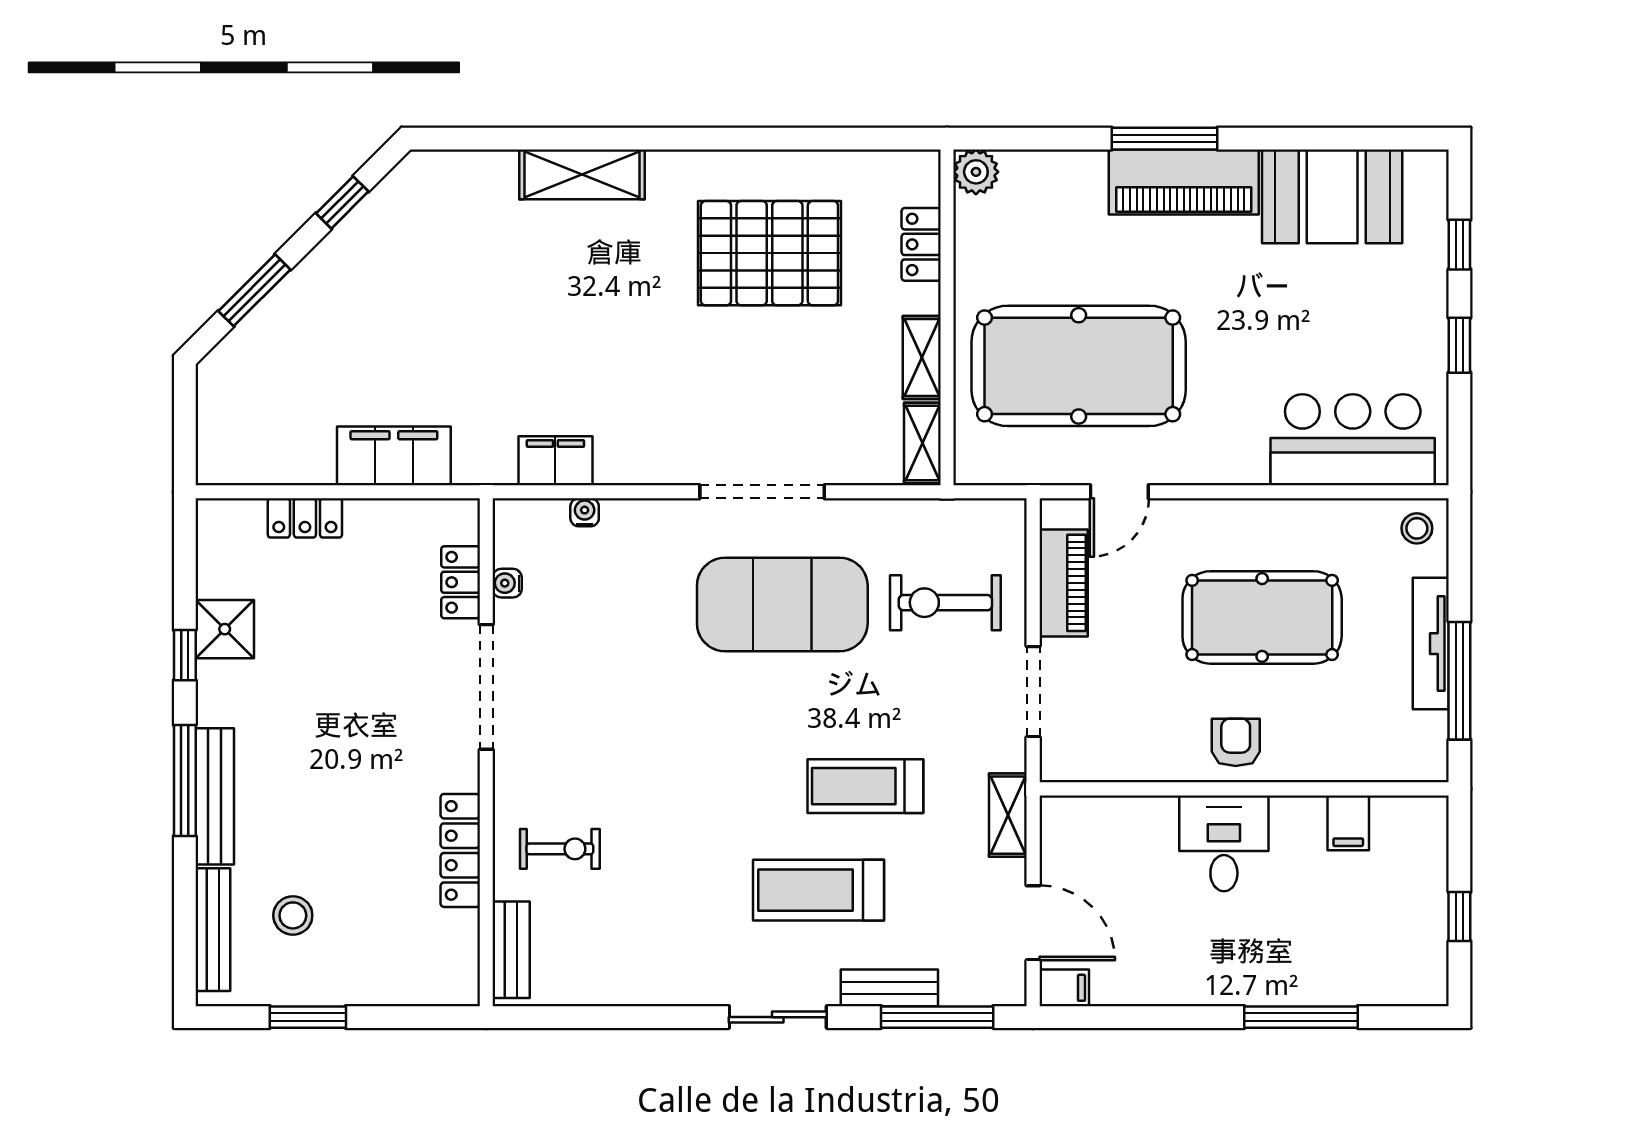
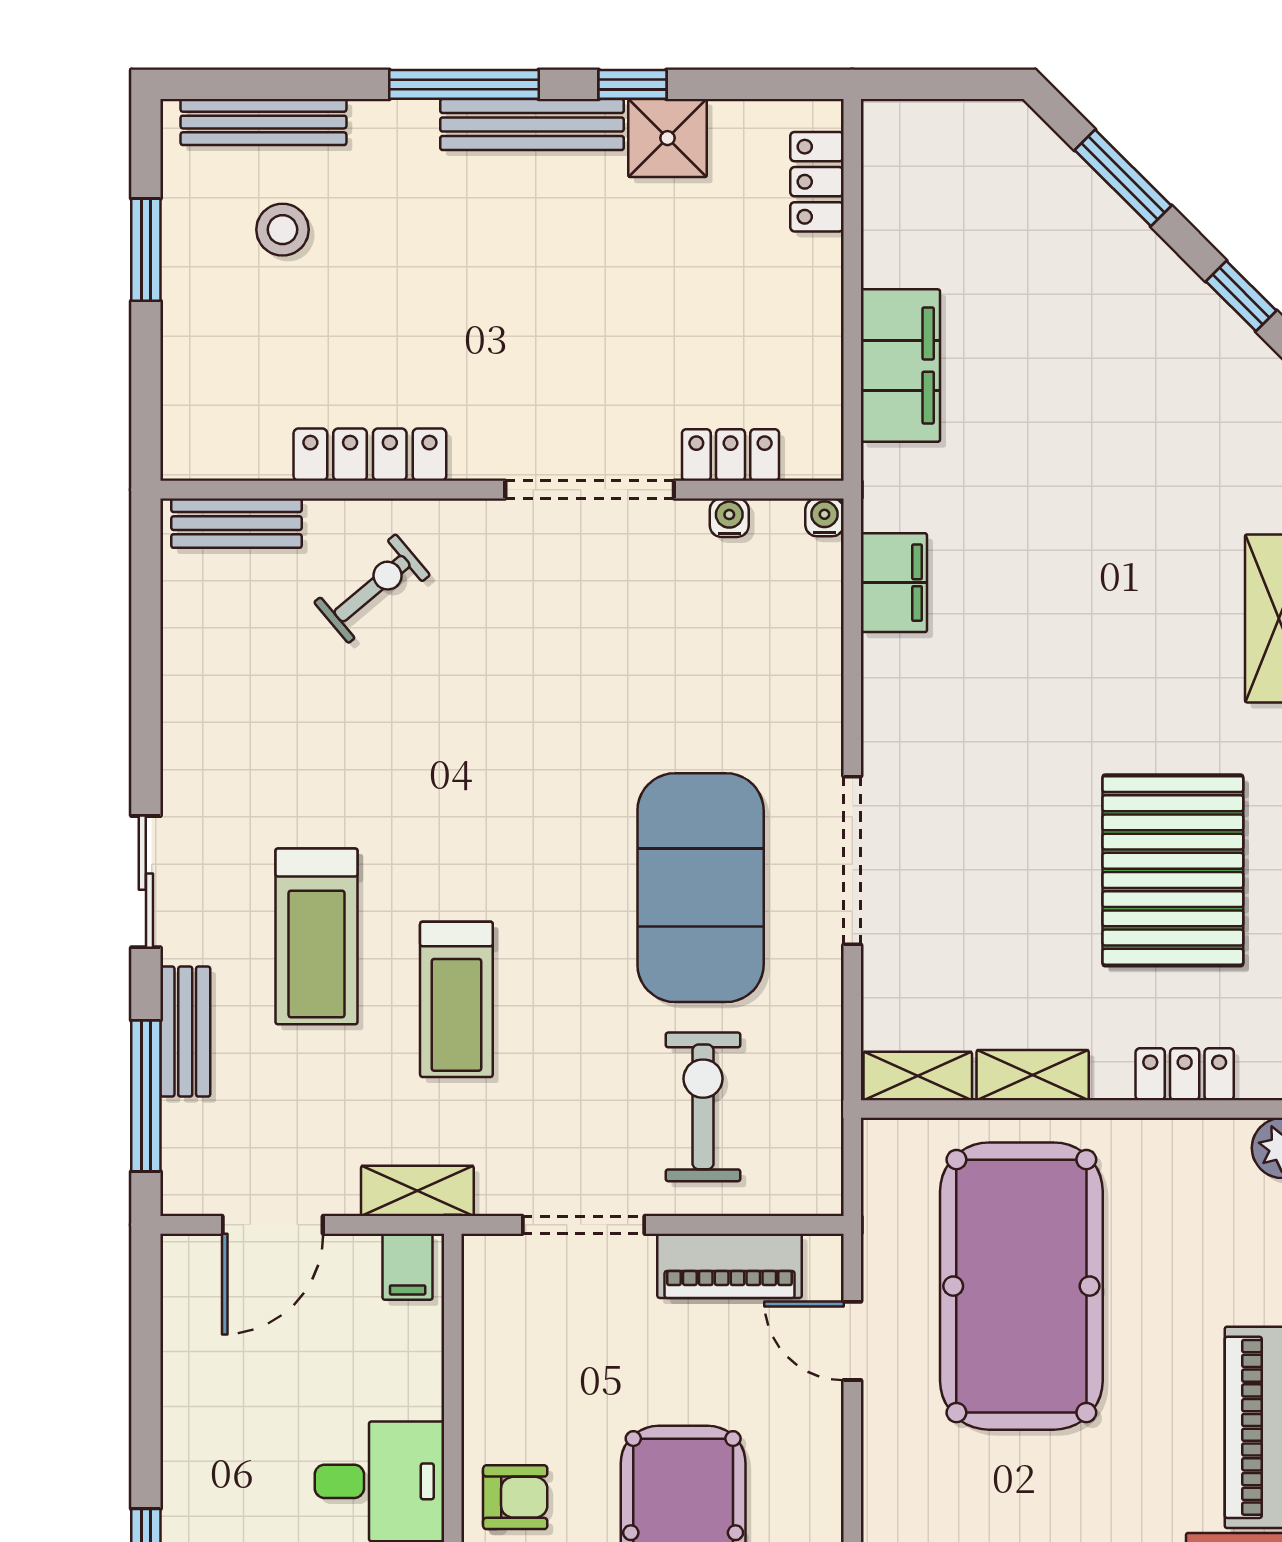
water cooler: (585, 512) -> (824, 517), moved, turned -90
locker: (305, 518) -> (817, 182), moved
treadmill: (865, 786) -> (456, 999), turned 180
bench: (215, 796) -> (532, 124), moved
exercise bike: (560, 849) -> (372, 589), turned -130
treadmill: (819, 890) -> (316, 936), turned 180
filing cabinet: (1064, 988) -> (408, 1267), moved

